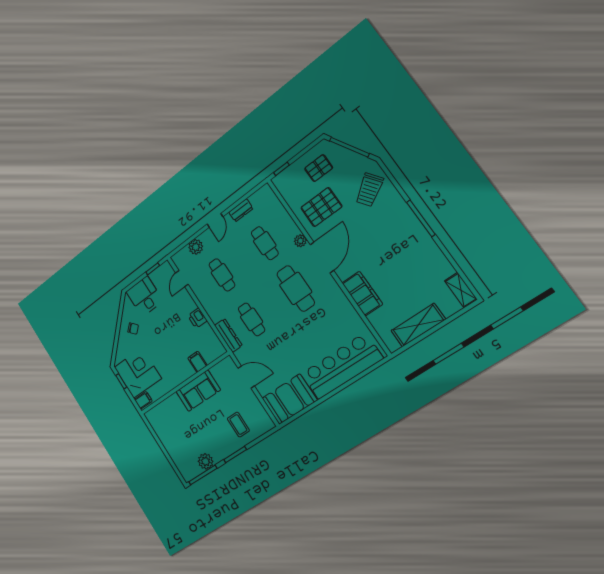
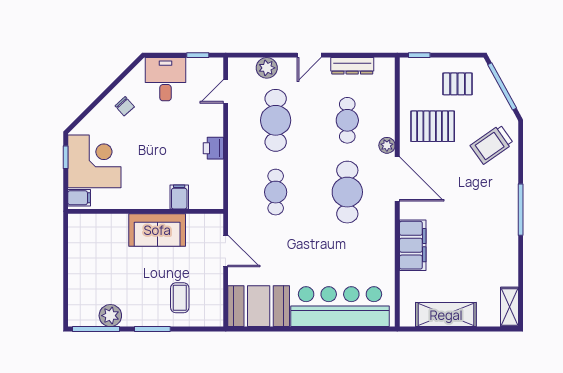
dresser: (241, 210) -> (352, 66), width x1.44
door: (322, 257) -> (397, 179), hinge flipped
cafe table: (222, 275) -> (276, 120), width x1.37, depth x1.35
dresser: (228, 336) -> (237, 192), removed

